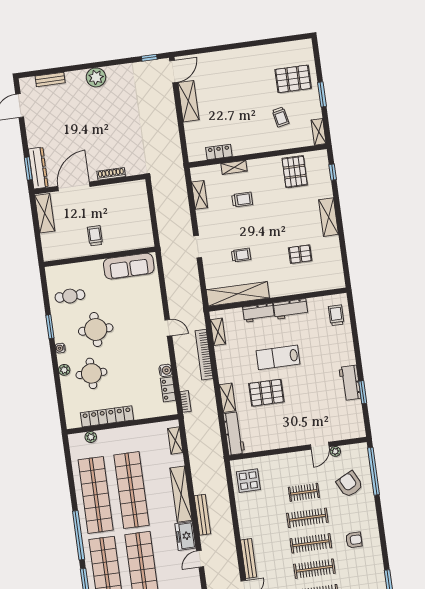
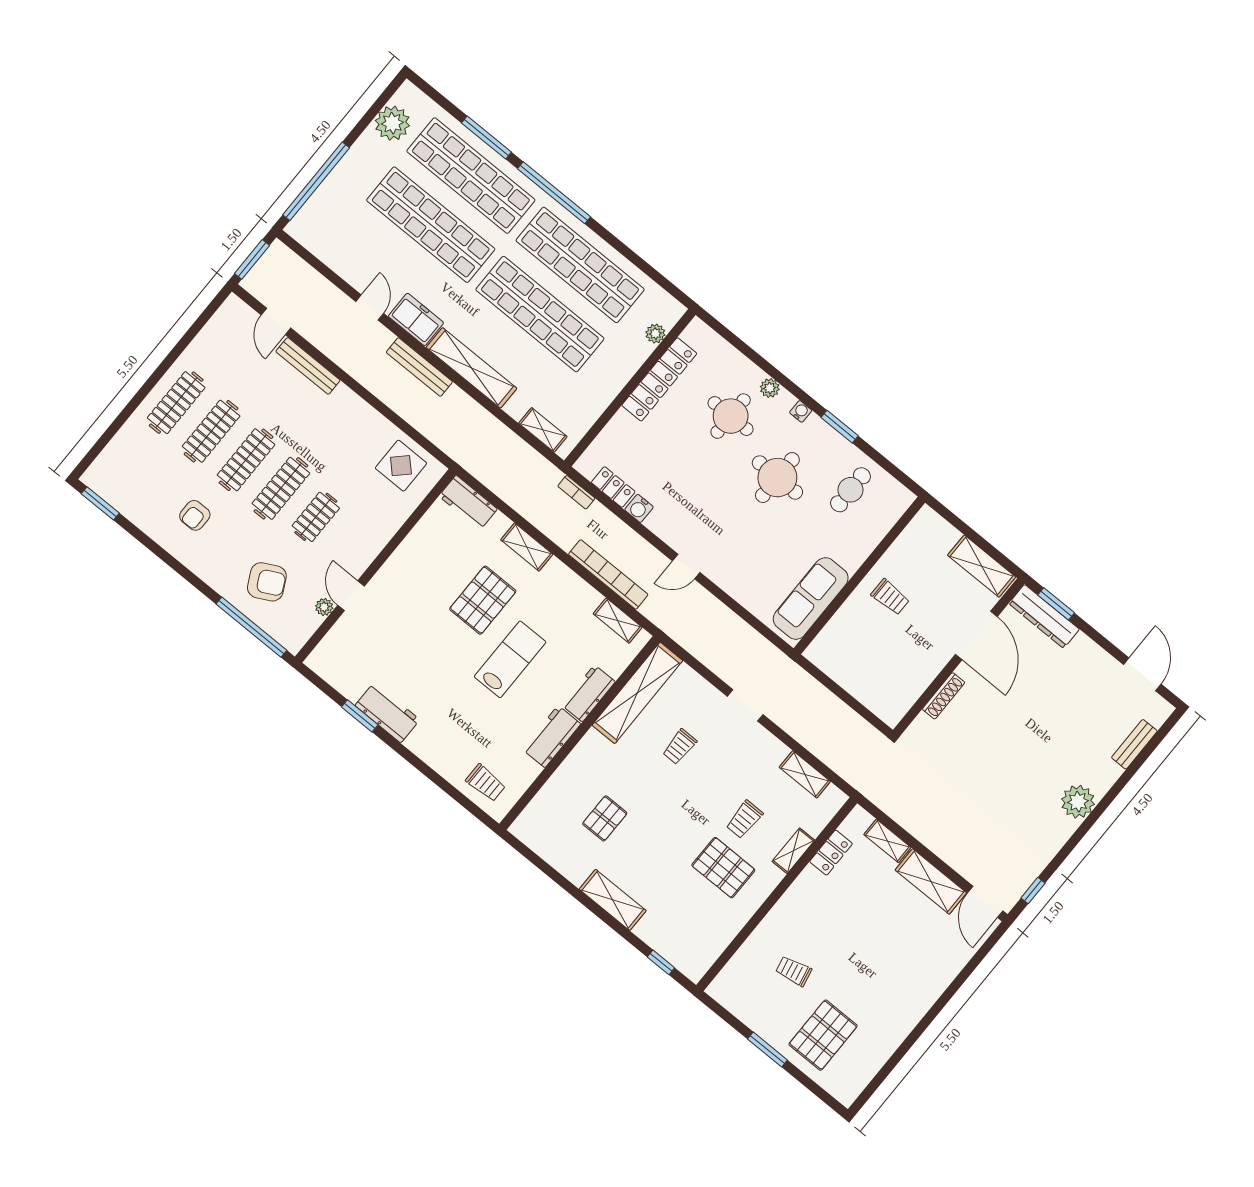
shelving: (319, 132) -> (887, 841), moved
pallet: (295, 172) -> (723, 868), moved
workbench: (234, 434) -> (468, 503), width x0.73

